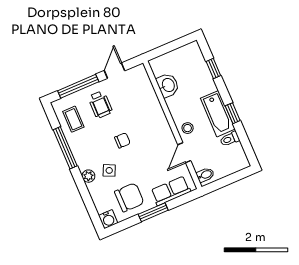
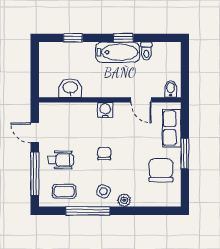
stool: (188, 128) -> (119, 87), removed
side table: (109, 170) -> (103, 191), moved
water cooler: (108, 219) -> (105, 110), moved, turned -90

